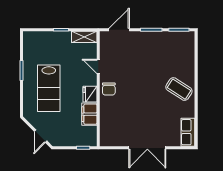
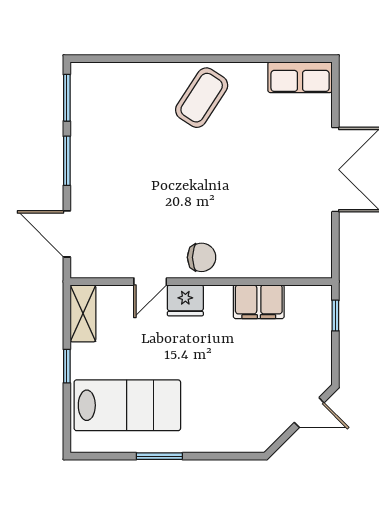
lab bench: (49, 88) -> (127, 405), moved
fridge: (90, 94) -> (185, 300), moved

